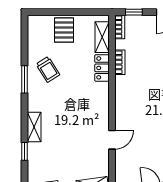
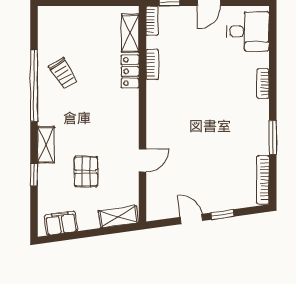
pallet: (64, 30) -> (86, 172), moved
window: (24, 79) -> (34, 86), width x2.11

